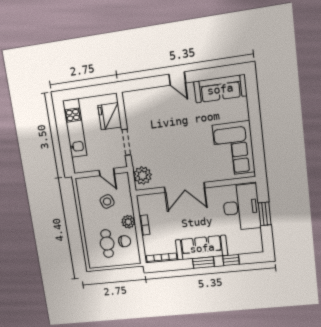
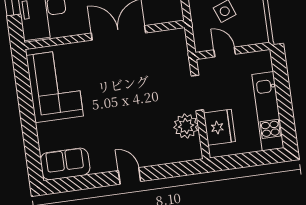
sofa: (220, 89) -> (65, 164), width x0.73
plant: (143, 175) -> (186, 126), moved

